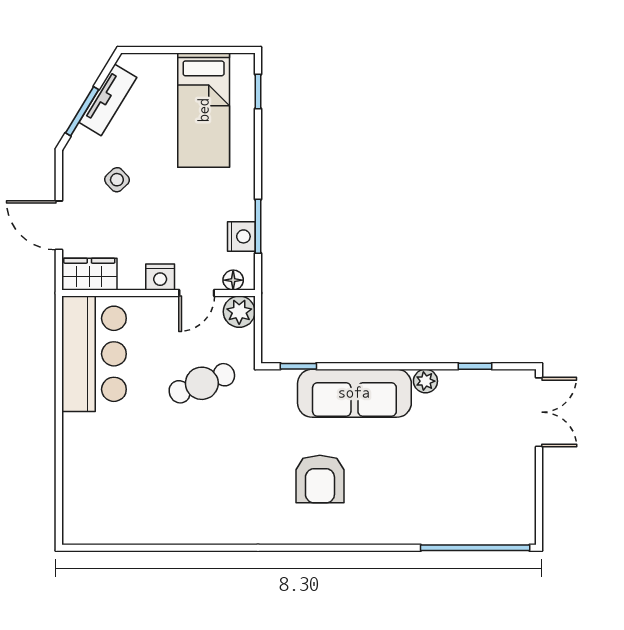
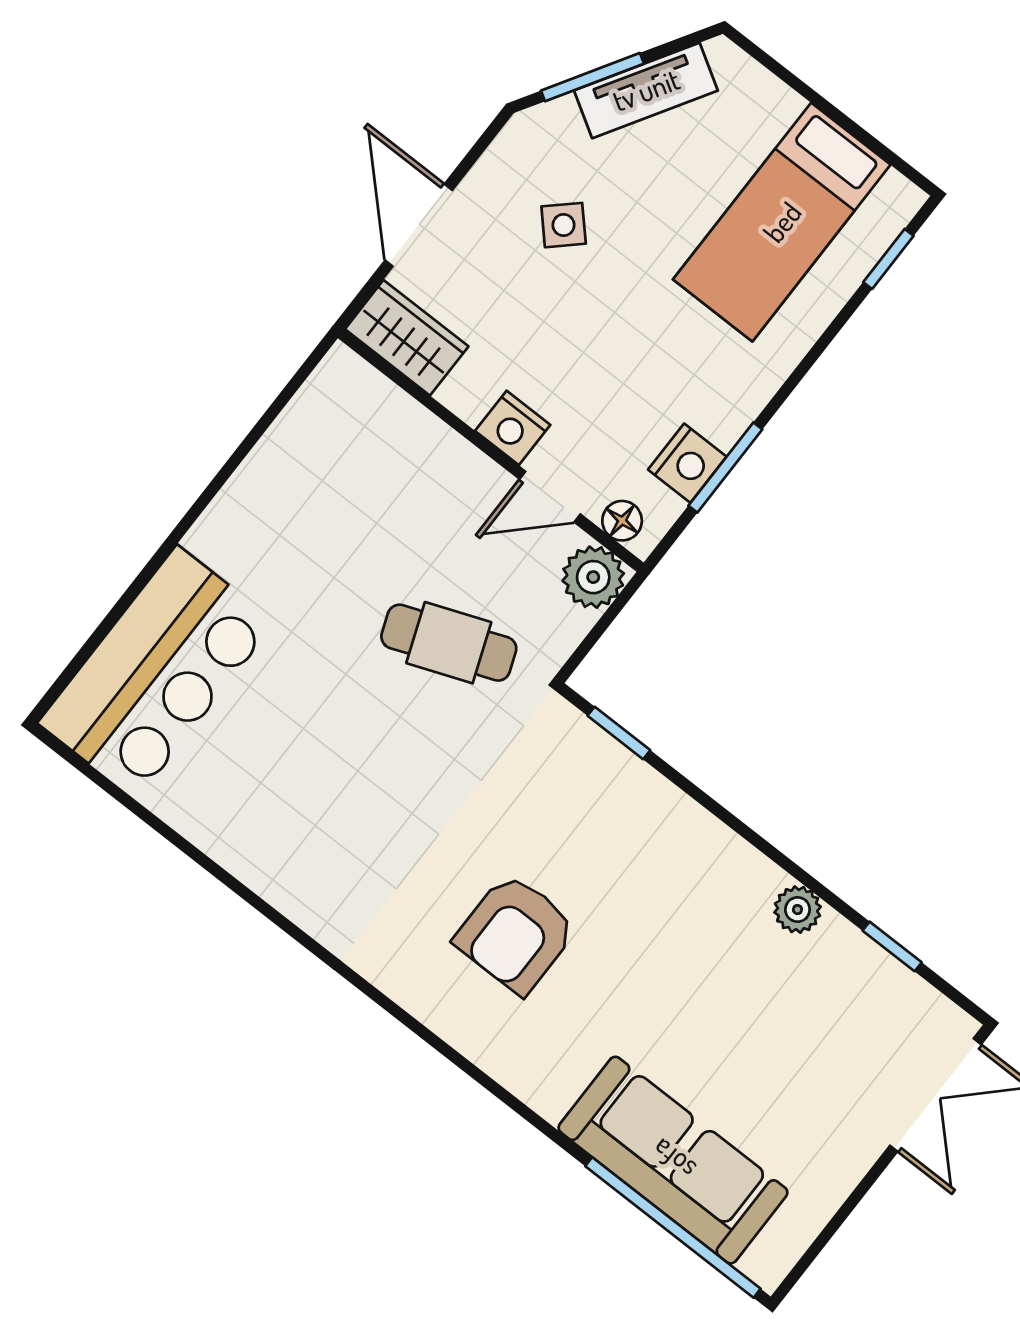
bar counter: (94, 354) -> (157, 673), moved
sofa: (354, 393) -> (673, 1160), moved, turned 180

